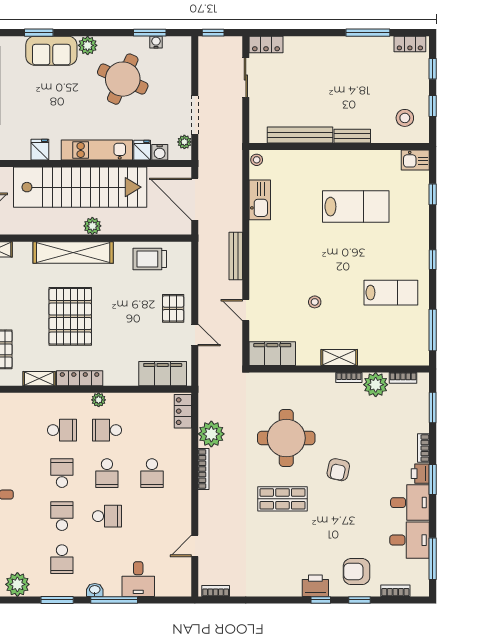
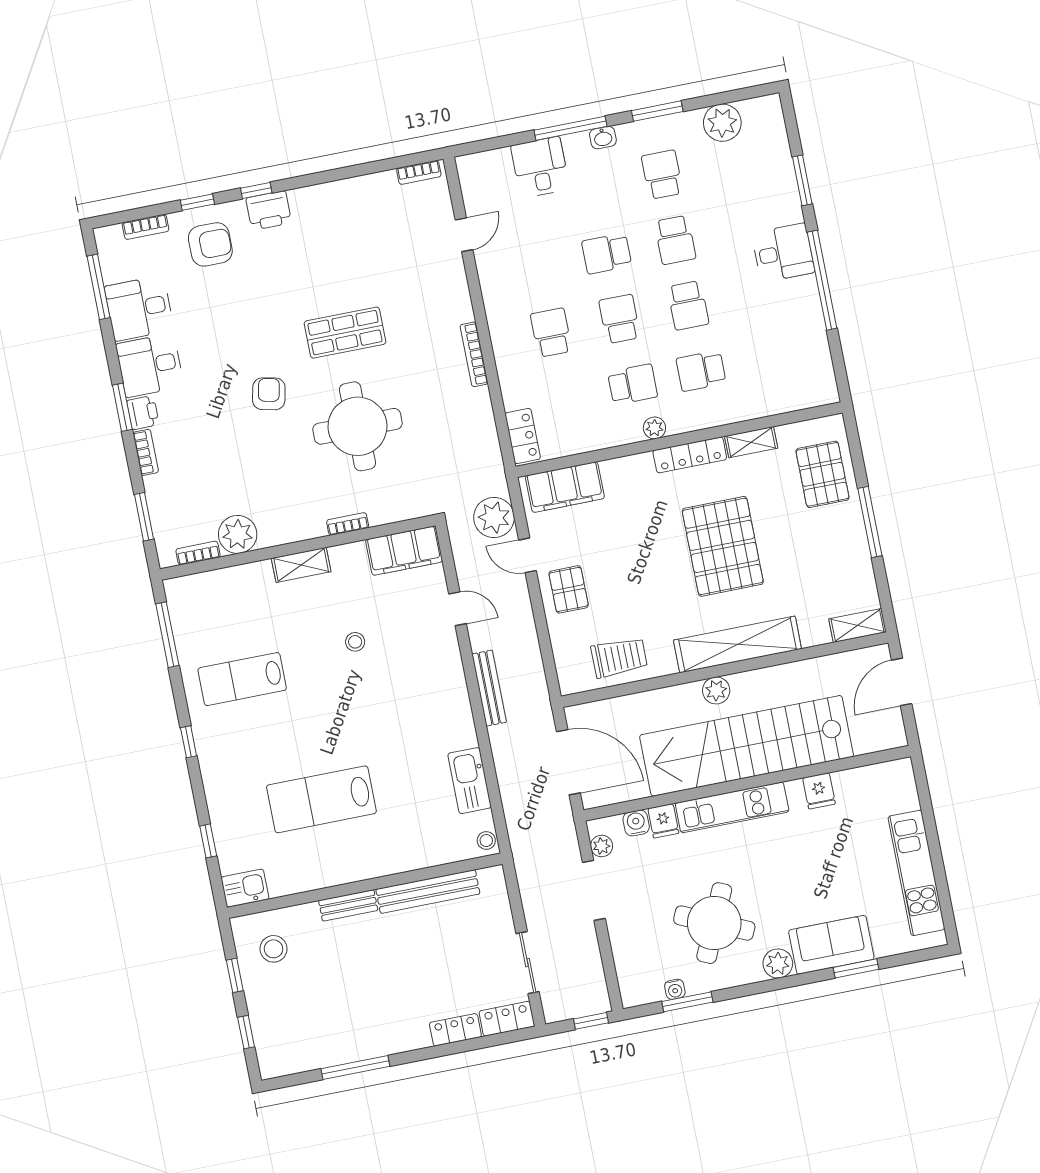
locker: (410, 44) -> (455, 1030), moved
bookcase: (349, 378) -> (348, 524), moved
plant: (211, 434) -> (494, 517), moved

